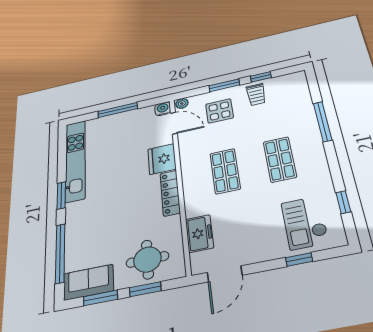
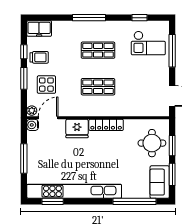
window: (323, 122) -> (89, 18), moved
kitchen unit: (75, 160) -> (74, 191), width x1.36
window: (61, 195) -> (53, 201), moved
freezer: (199, 234) -> (39, 29), moved, turned 180
window: (299, 259) -> (172, 51), width x2.17

